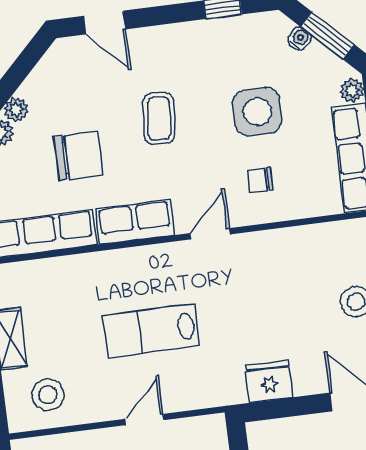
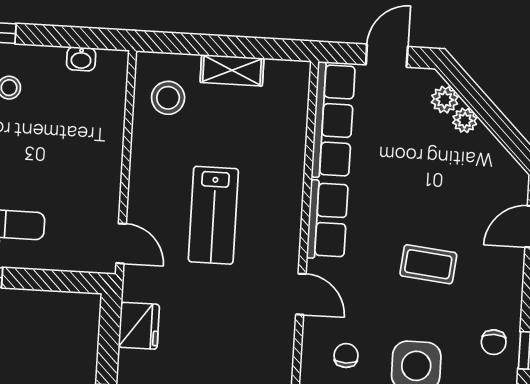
chair: (79, 156) -> (494, 342), moved, width x0.54, depth x0.54
lab bench: (151, 331) -> (213, 215), turned 180
door: (144, 419) -> (121, 243), moved

